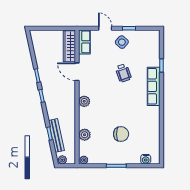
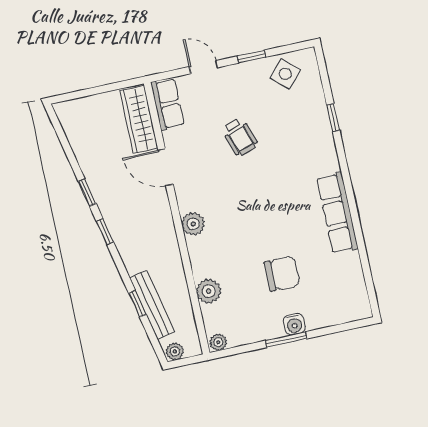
side table: (122, 42) -> (285, 74), moved
wheelchair: (123, 73) -> (240, 137), moved
row of seats: (154, 86) -> (337, 213), moved
water cooler: (146, 159) -> (294, 324), moved

